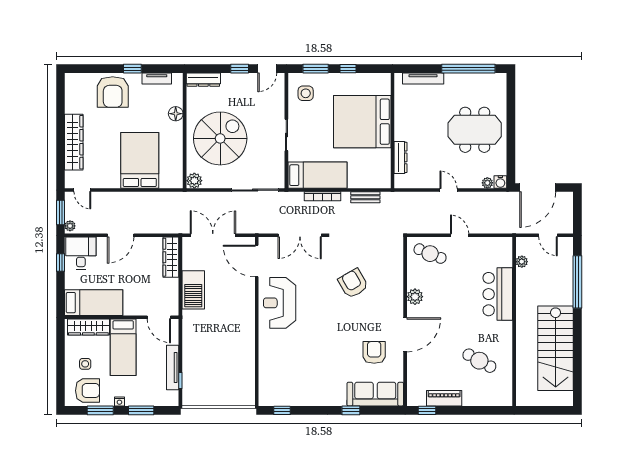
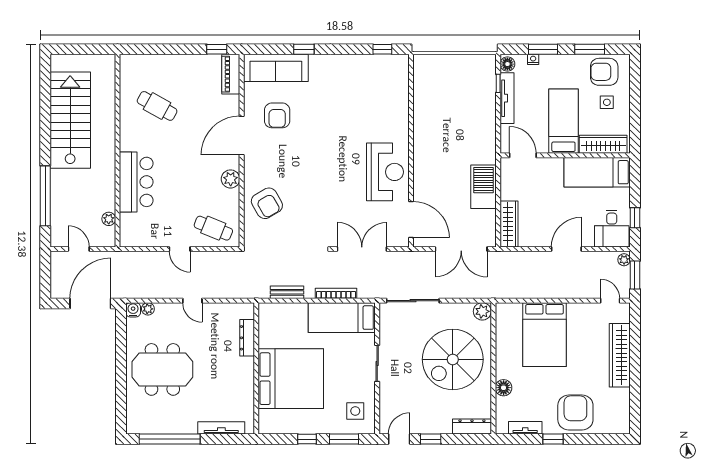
armchair: (353, 283) -> (267, 203), moved
floor lamp: (172, 397) -> (507, 64), added
piano: (444, 398) -> (231, 74), moved, turned 90
nightstand: (119, 401) -> (533, 59), moved

